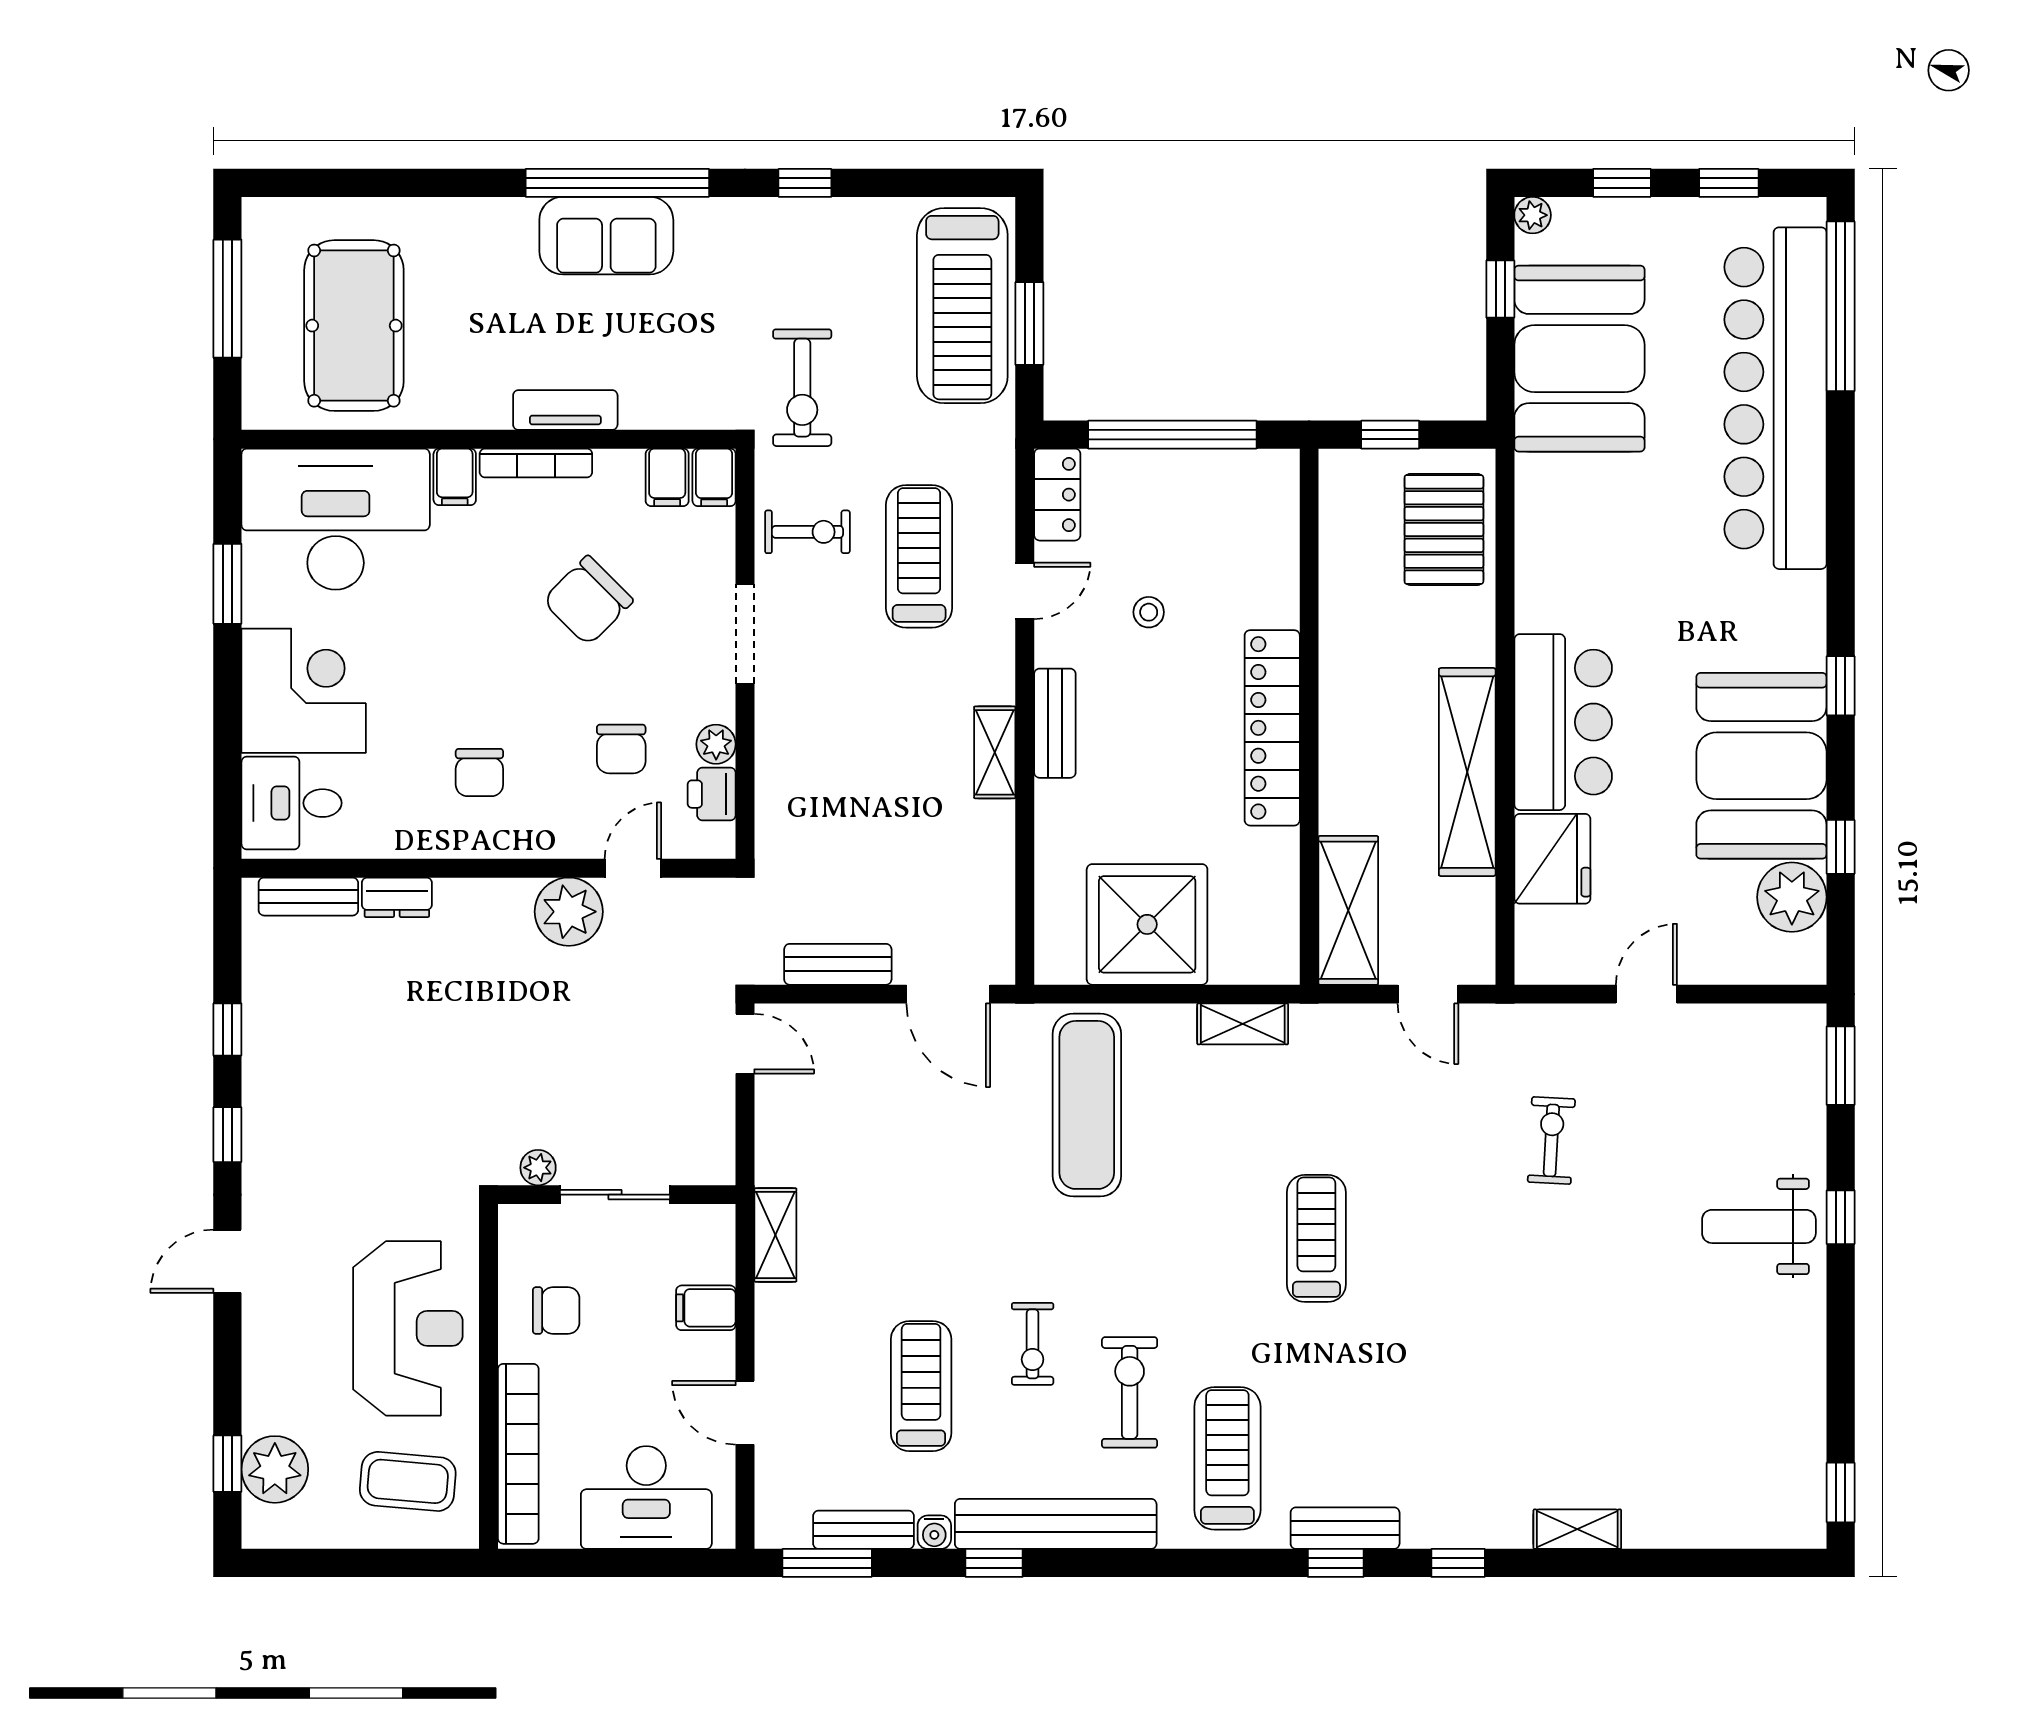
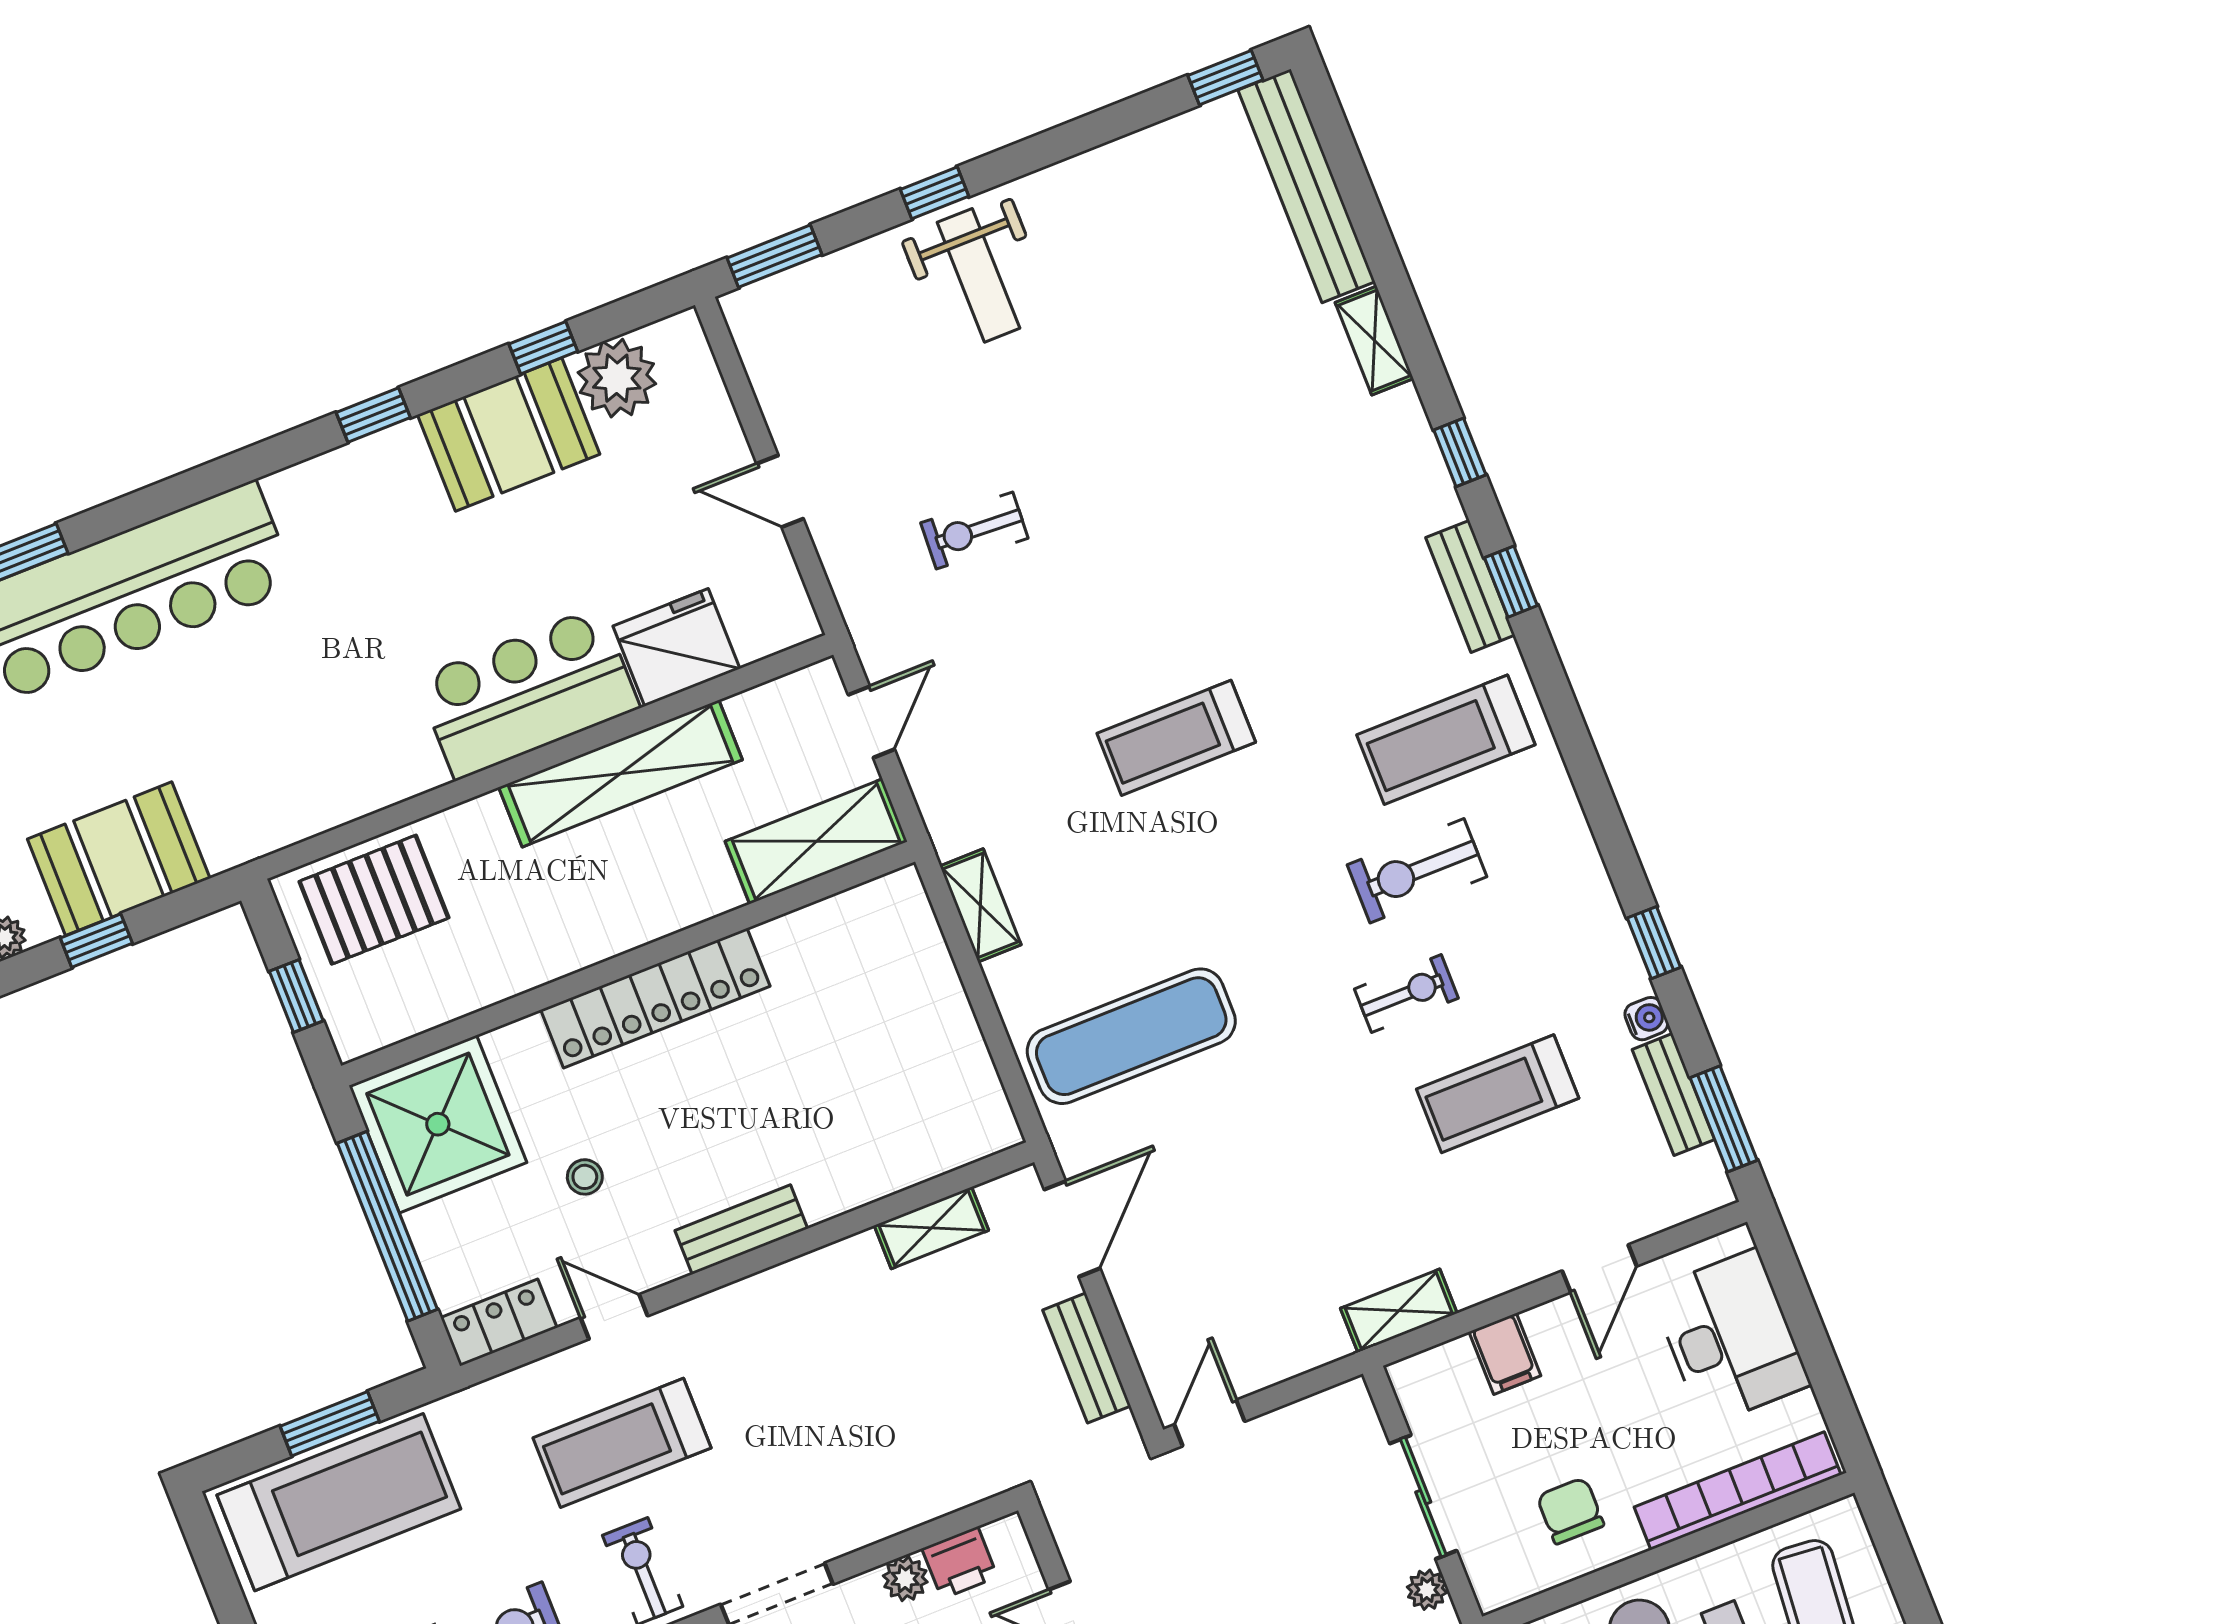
booth: (1579, 359) -> (119, 859), width x0.73, depth x0.70
shelving: (995, 752) -> (931, 1228), moved
booth: (1761, 766) -> (509, 434), width x0.73, depth x0.70
shower: (1147, 924) -> (438, 1124), moved
bench: (1056, 1524) -> (1307, 186), moved

